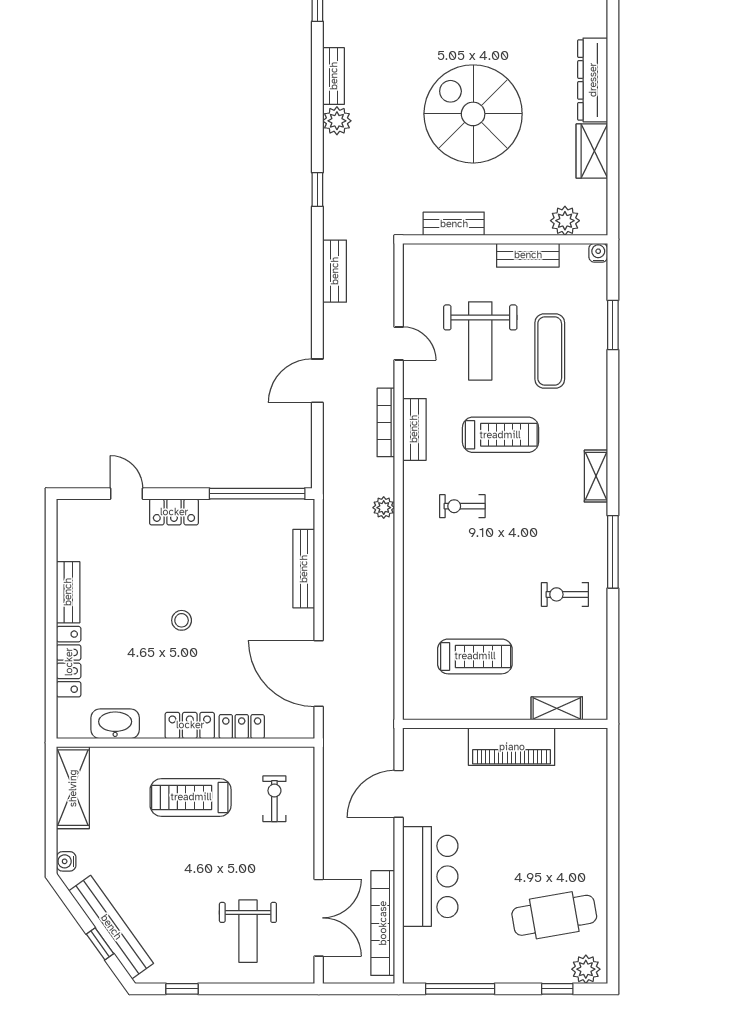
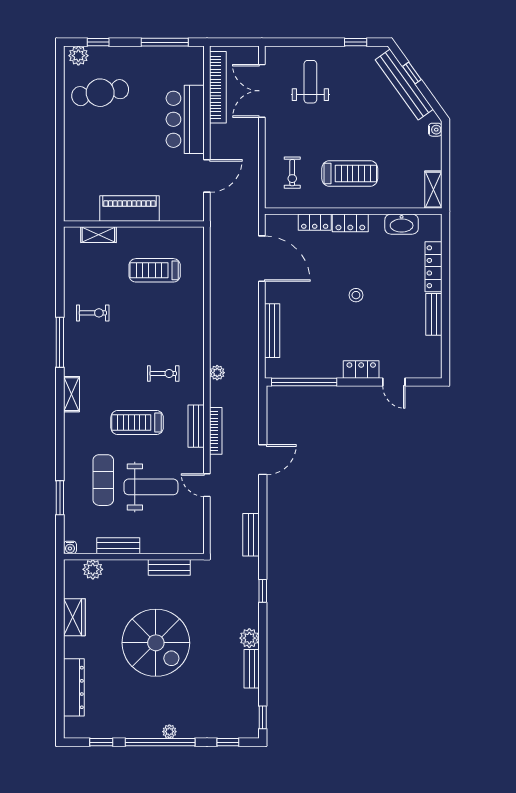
dresser: (593, 80) -> (74, 687), moved
weight bench: (480, 341) -> (151, 487), turned 90
shelving: (73, 788) -> (433, 190), width x0.67, depth x0.75

